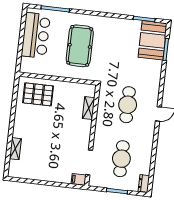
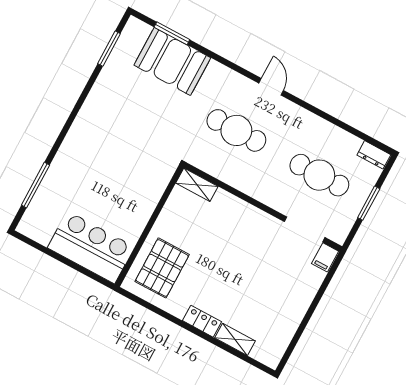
bar counter: (36, 35) -> (91, 247), moved
booth: (153, 40) -> (172, 61), moved
pool table: (80, 46) -> (111, 170), removed
shelving: (89, 108) -> (197, 185), moved
locker: (18, 127) -> (202, 321), added

